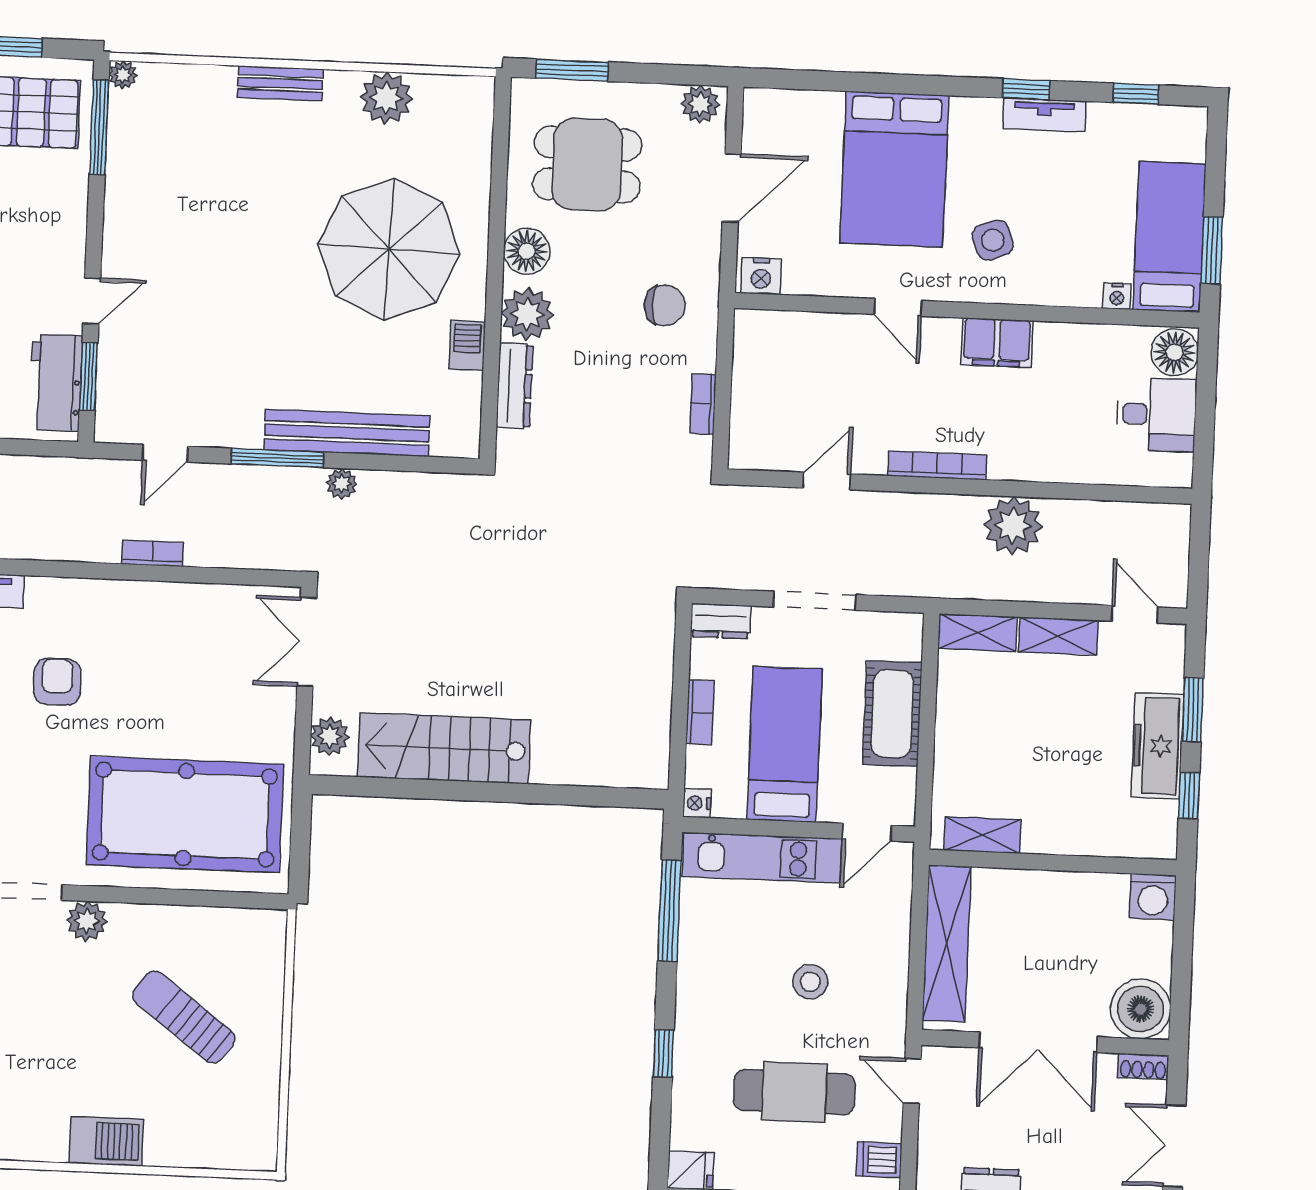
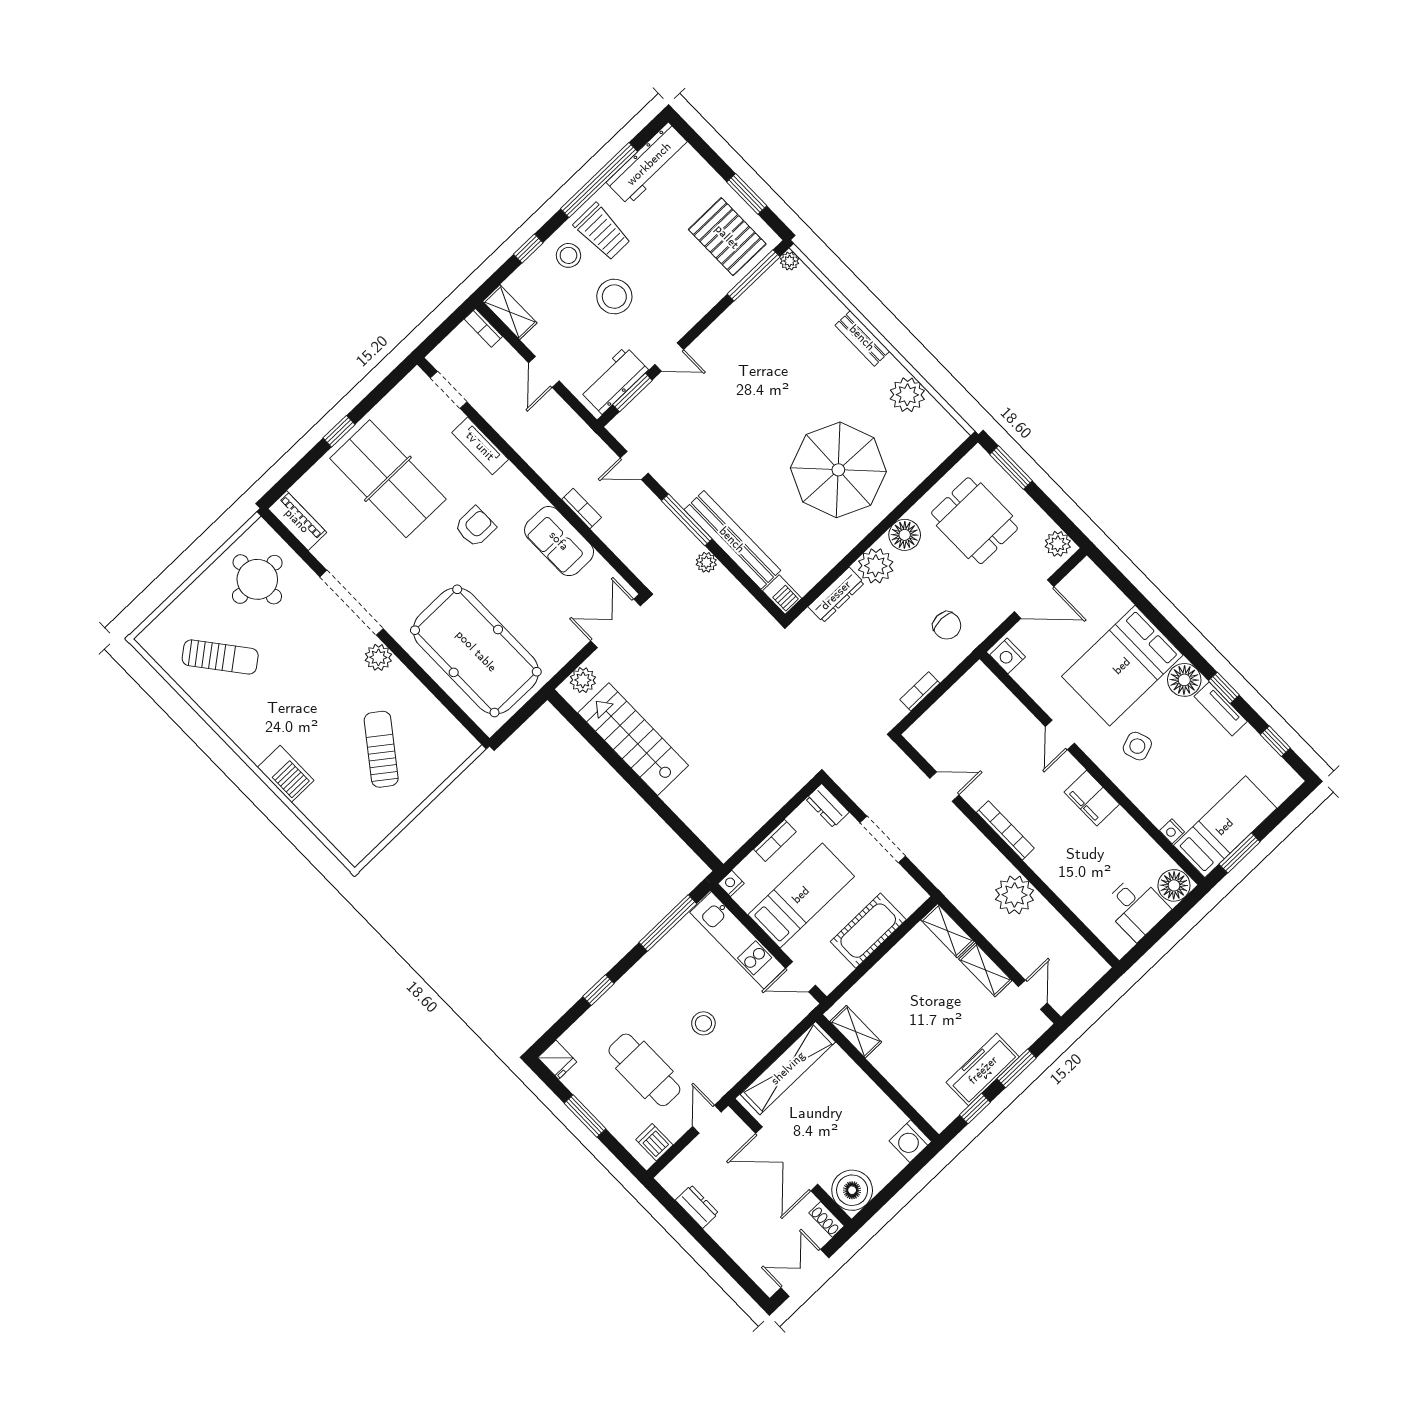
floor lamp: (975, 121) -> (1184, 680), added
barbecue: (467, 345) -> (782, 595), moved, turned 90
sofa: (162, 611) -> (559, 541), added

